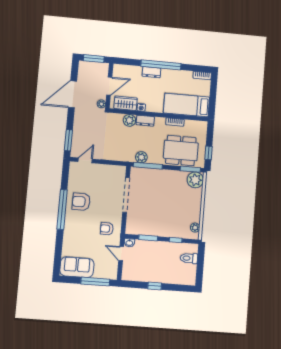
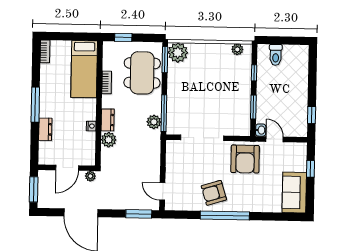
window: (161, 65) -> (35, 105), width x0.68
dresser: (151, 72) -> (45, 129), moved
door: (109, 86) -> (67, 168), swing flipped
wardrobe: (126, 103) -> (87, 146), removed
window: (209, 153) -> (123, 37), moved
armchair: (81, 202) -> (214, 193), turned 73
armchair: (107, 229) -> (245, 159), width x1.88, depth x1.88
door: (121, 254) -> (275, 139), swing flipped
window: (95, 282) -> (311, 169), width x0.46
window: (155, 286) -> (312, 115), moved

